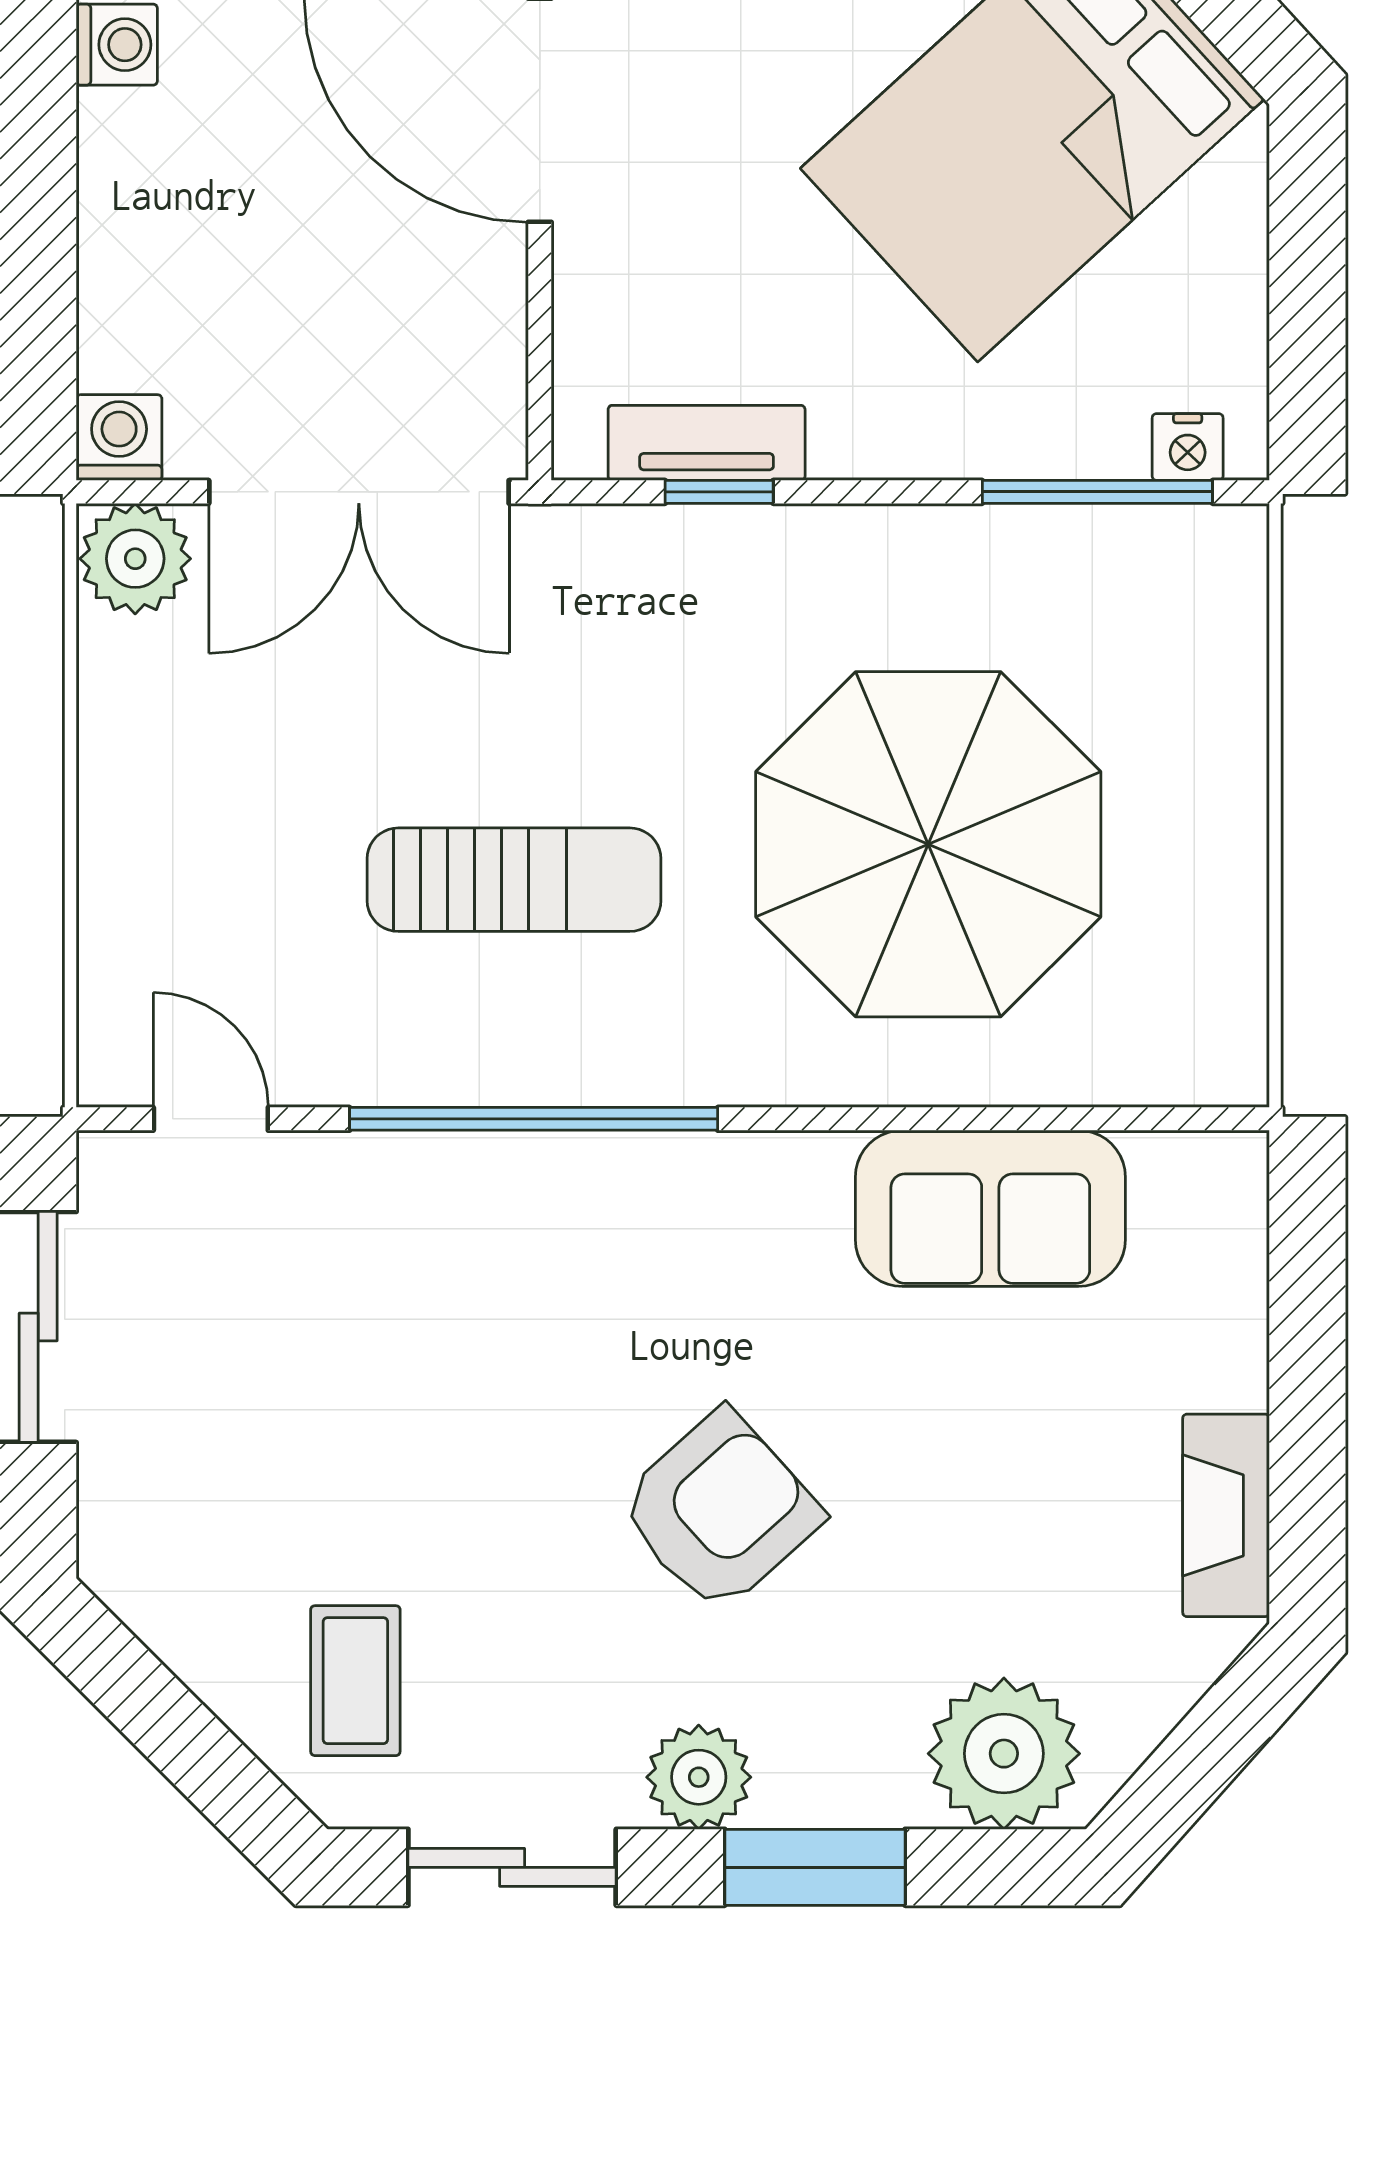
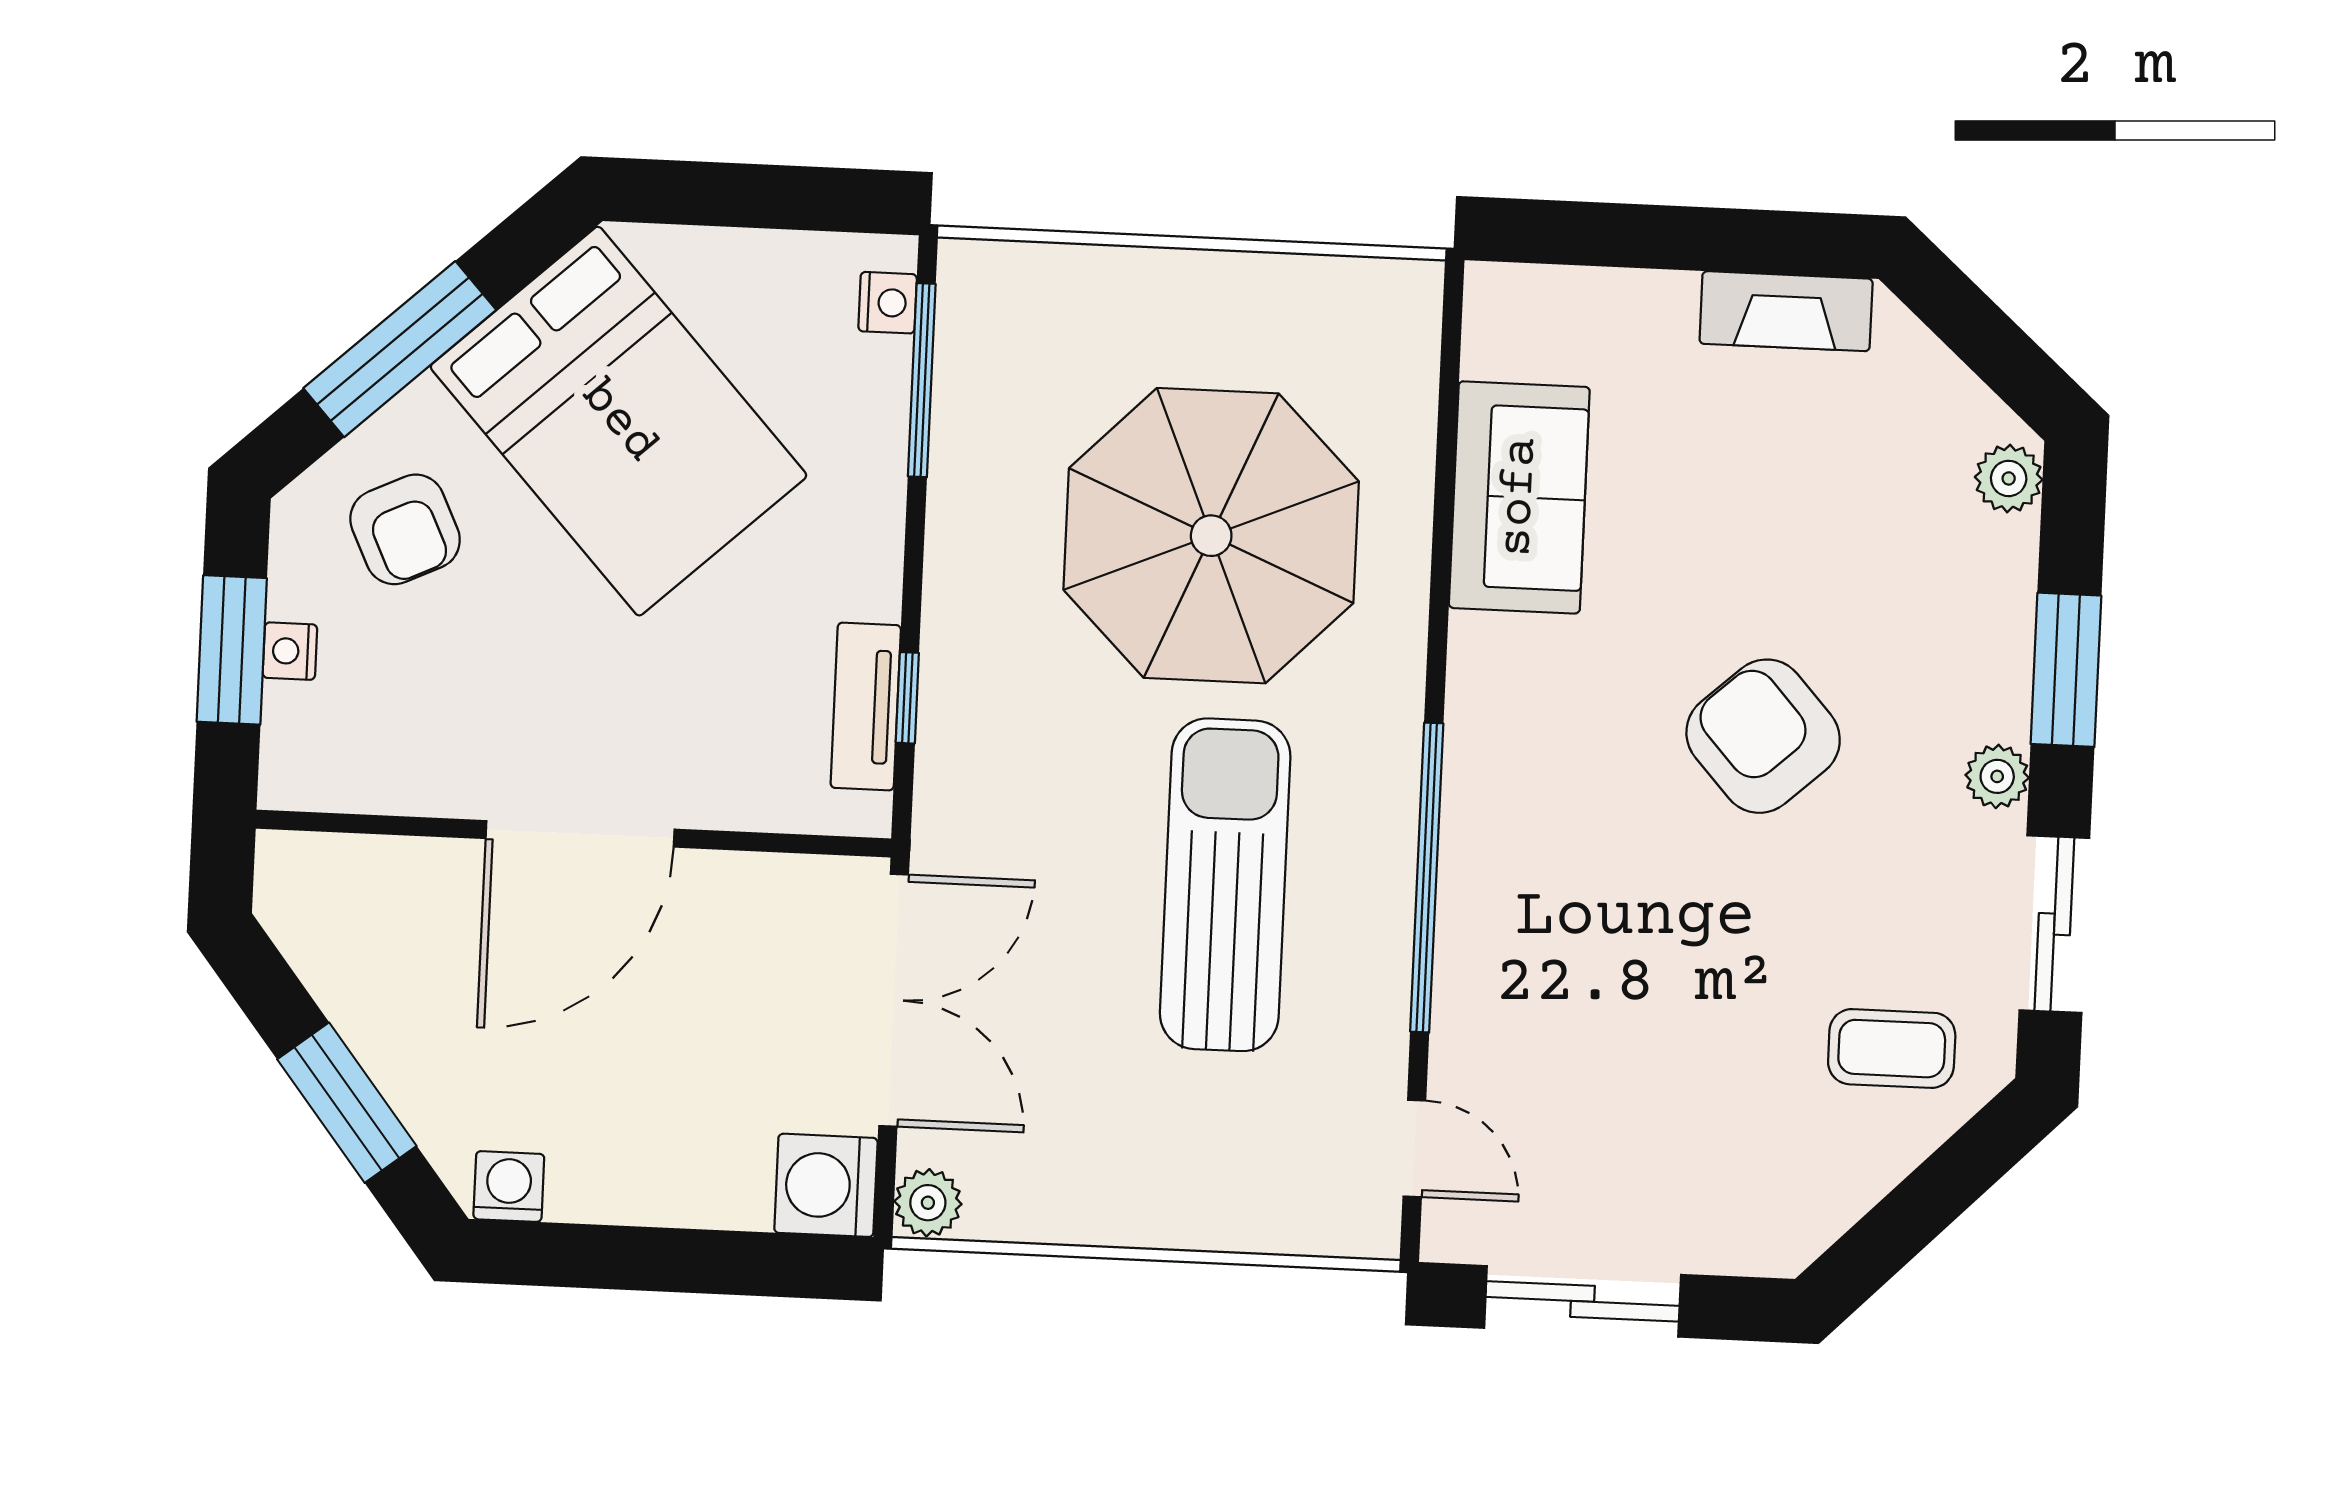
washing machine: (119, 438) -> (826, 1185), width x1.38, depth x1.38
plant: (135, 559) -> (928, 1203), width x0.73, depth x0.73
sun lounger: (514, 880) -> (1225, 885), width x1.36, depth x1.34
door: (211, 1119) -> (1414, 1149), swing flipped
plant: (1004, 1754) -> (2009, 478), width x0.53, depth x0.53
plant: (699, 1777) -> (1997, 776), width x0.73, depth x0.73

